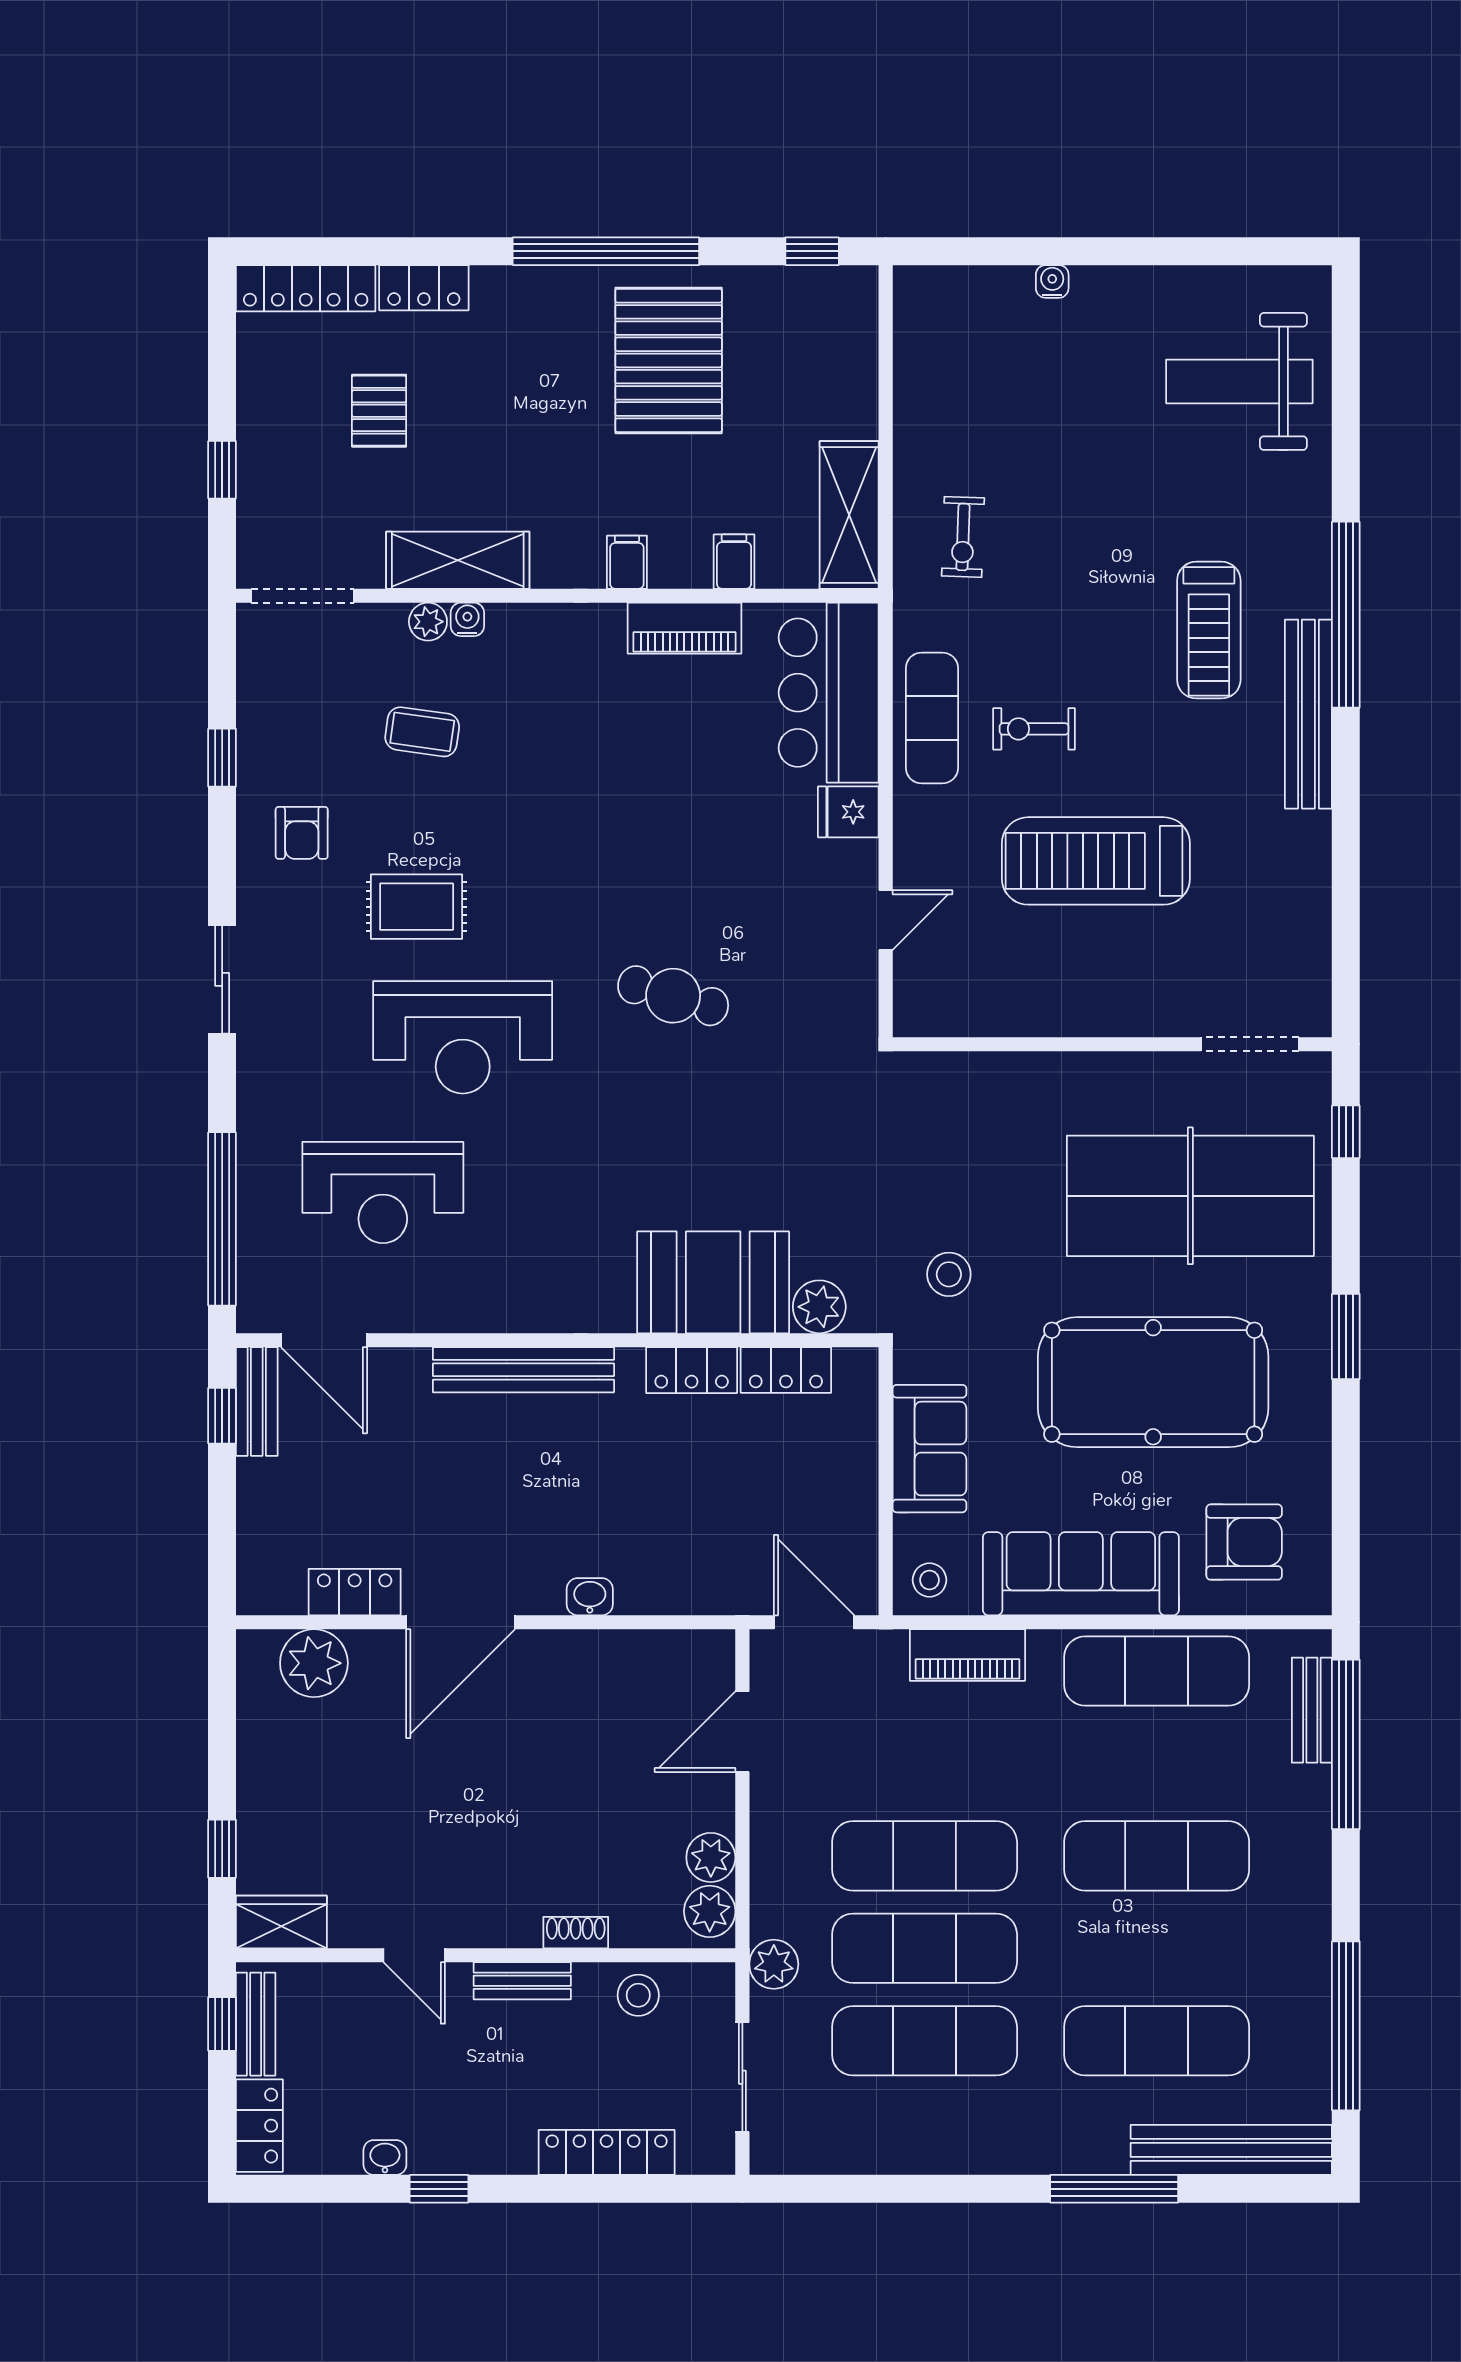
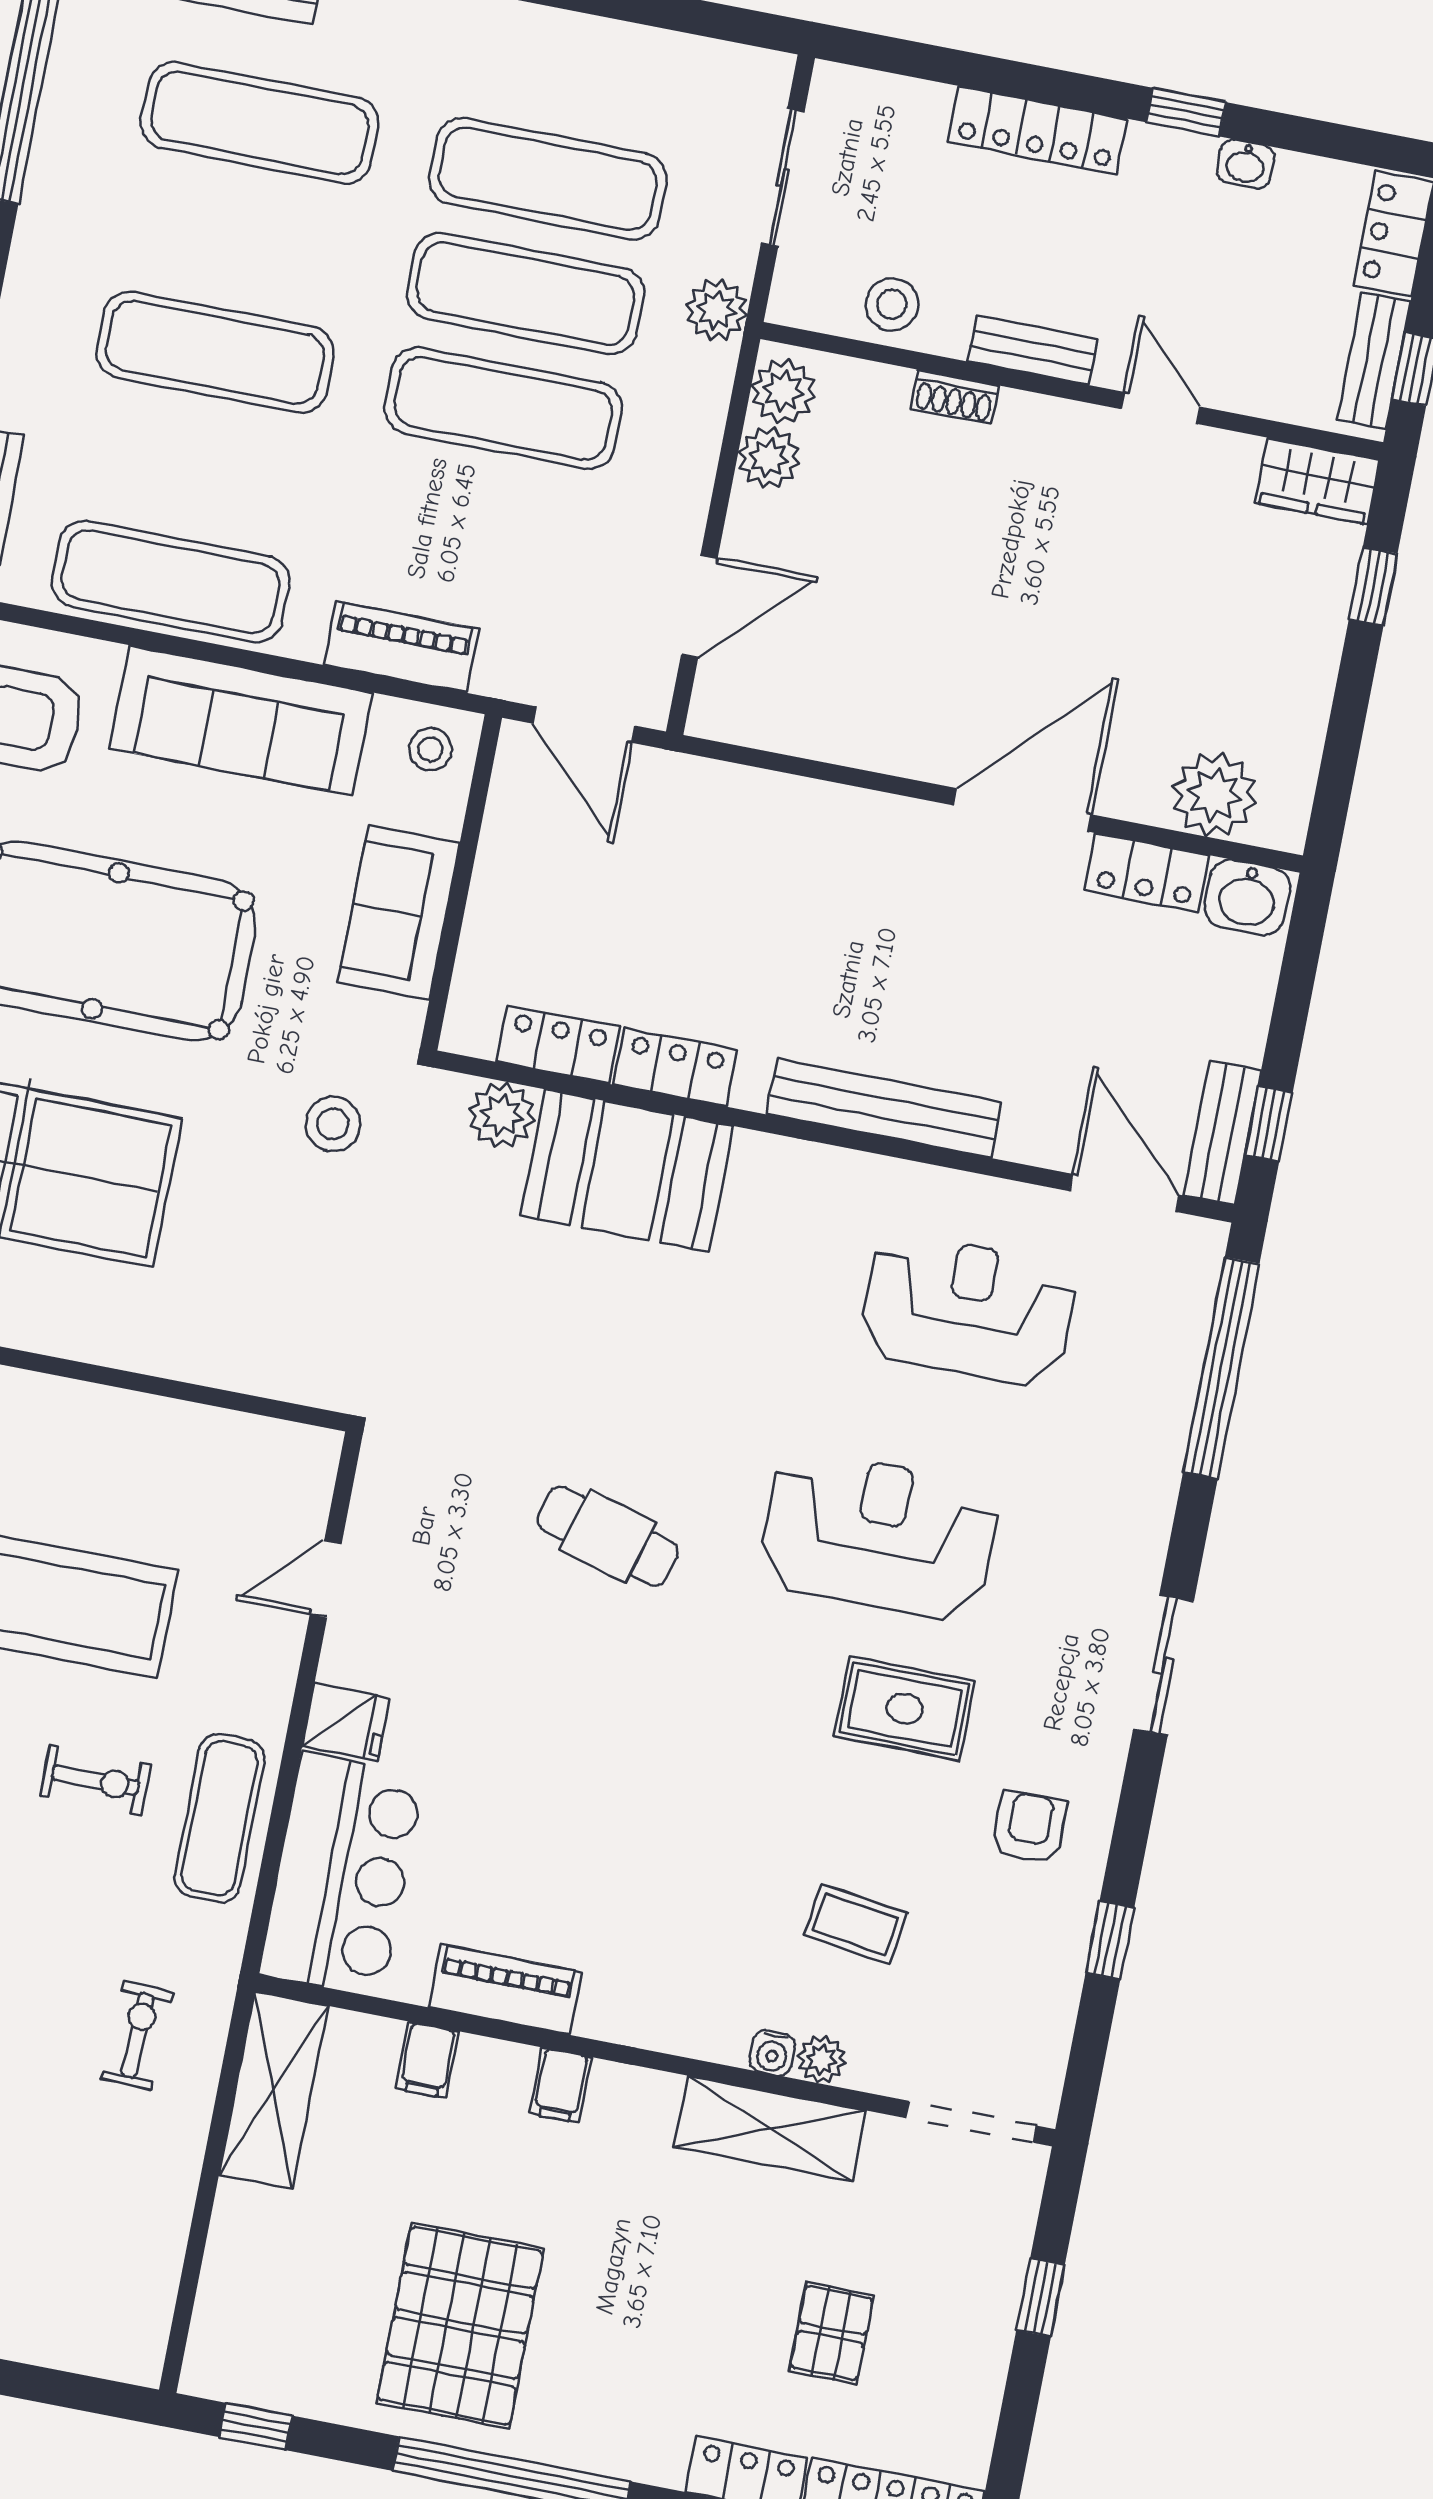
reception desk: (383, 1193) -> (968, 1309), moved
washbasin: (590, 1597) -> (1247, 897), moved, width x1.38, depth x1.45
locker: (607, 2152) -> (1037, 130), moved

